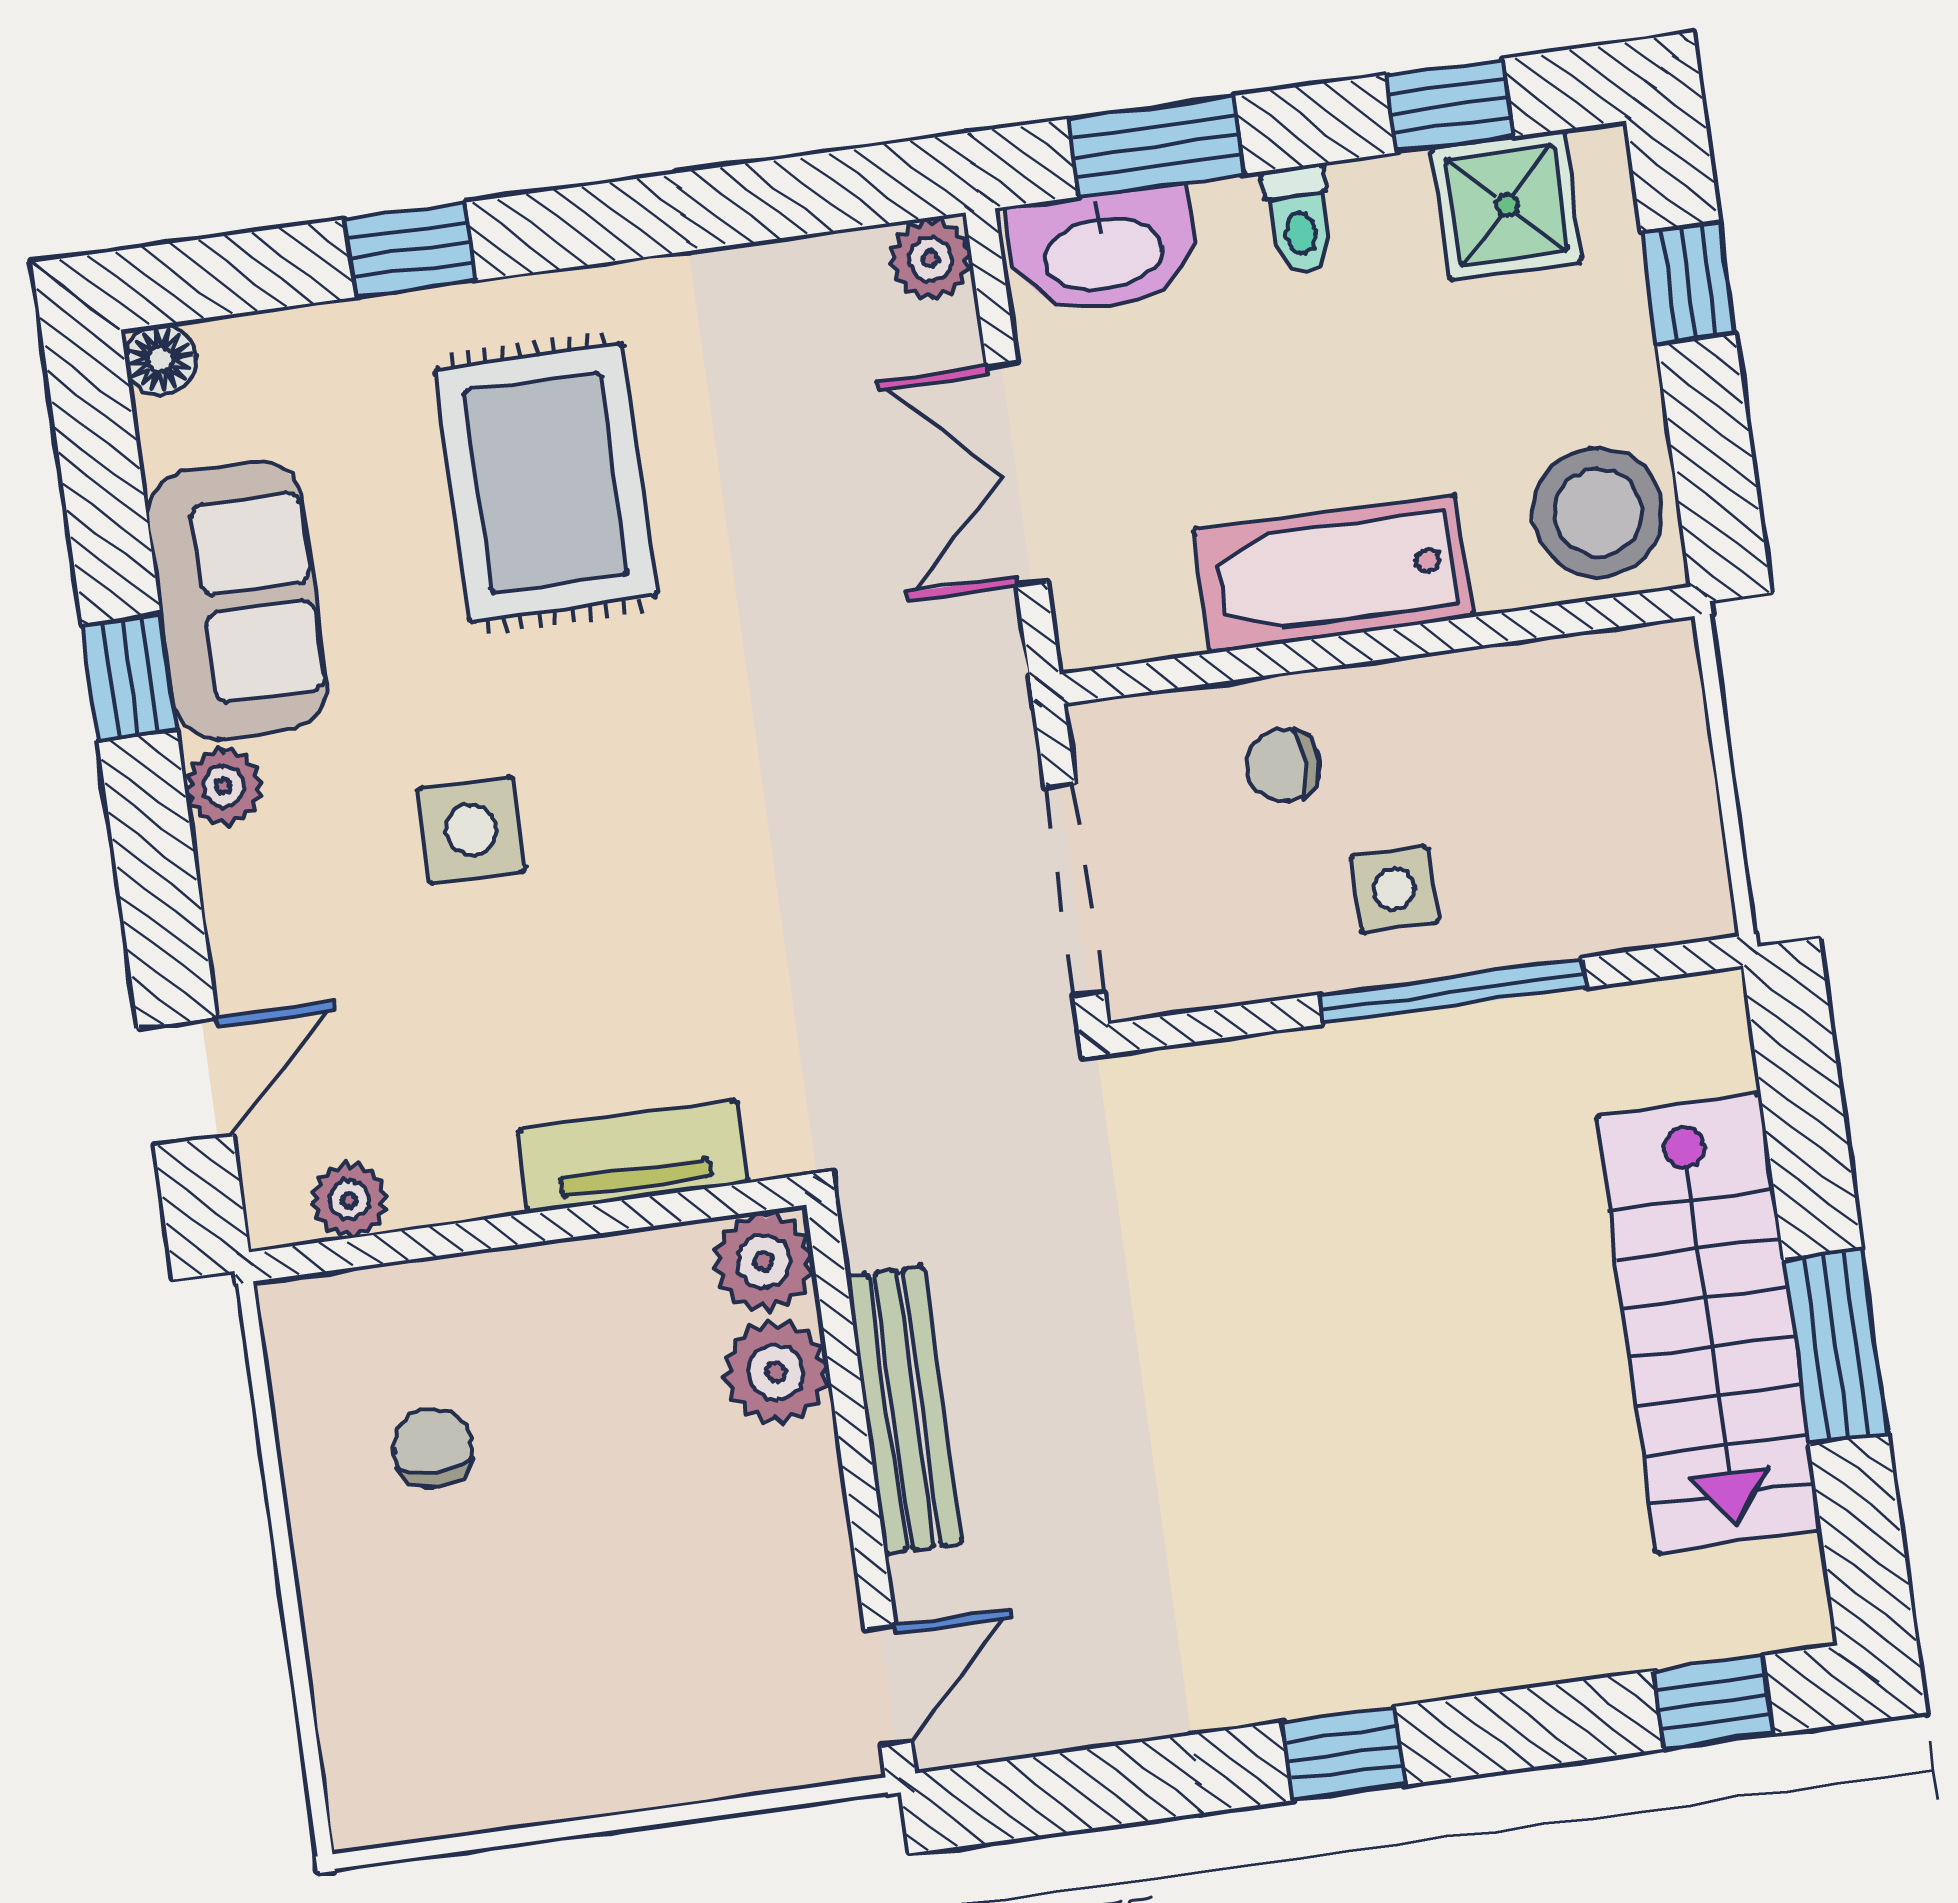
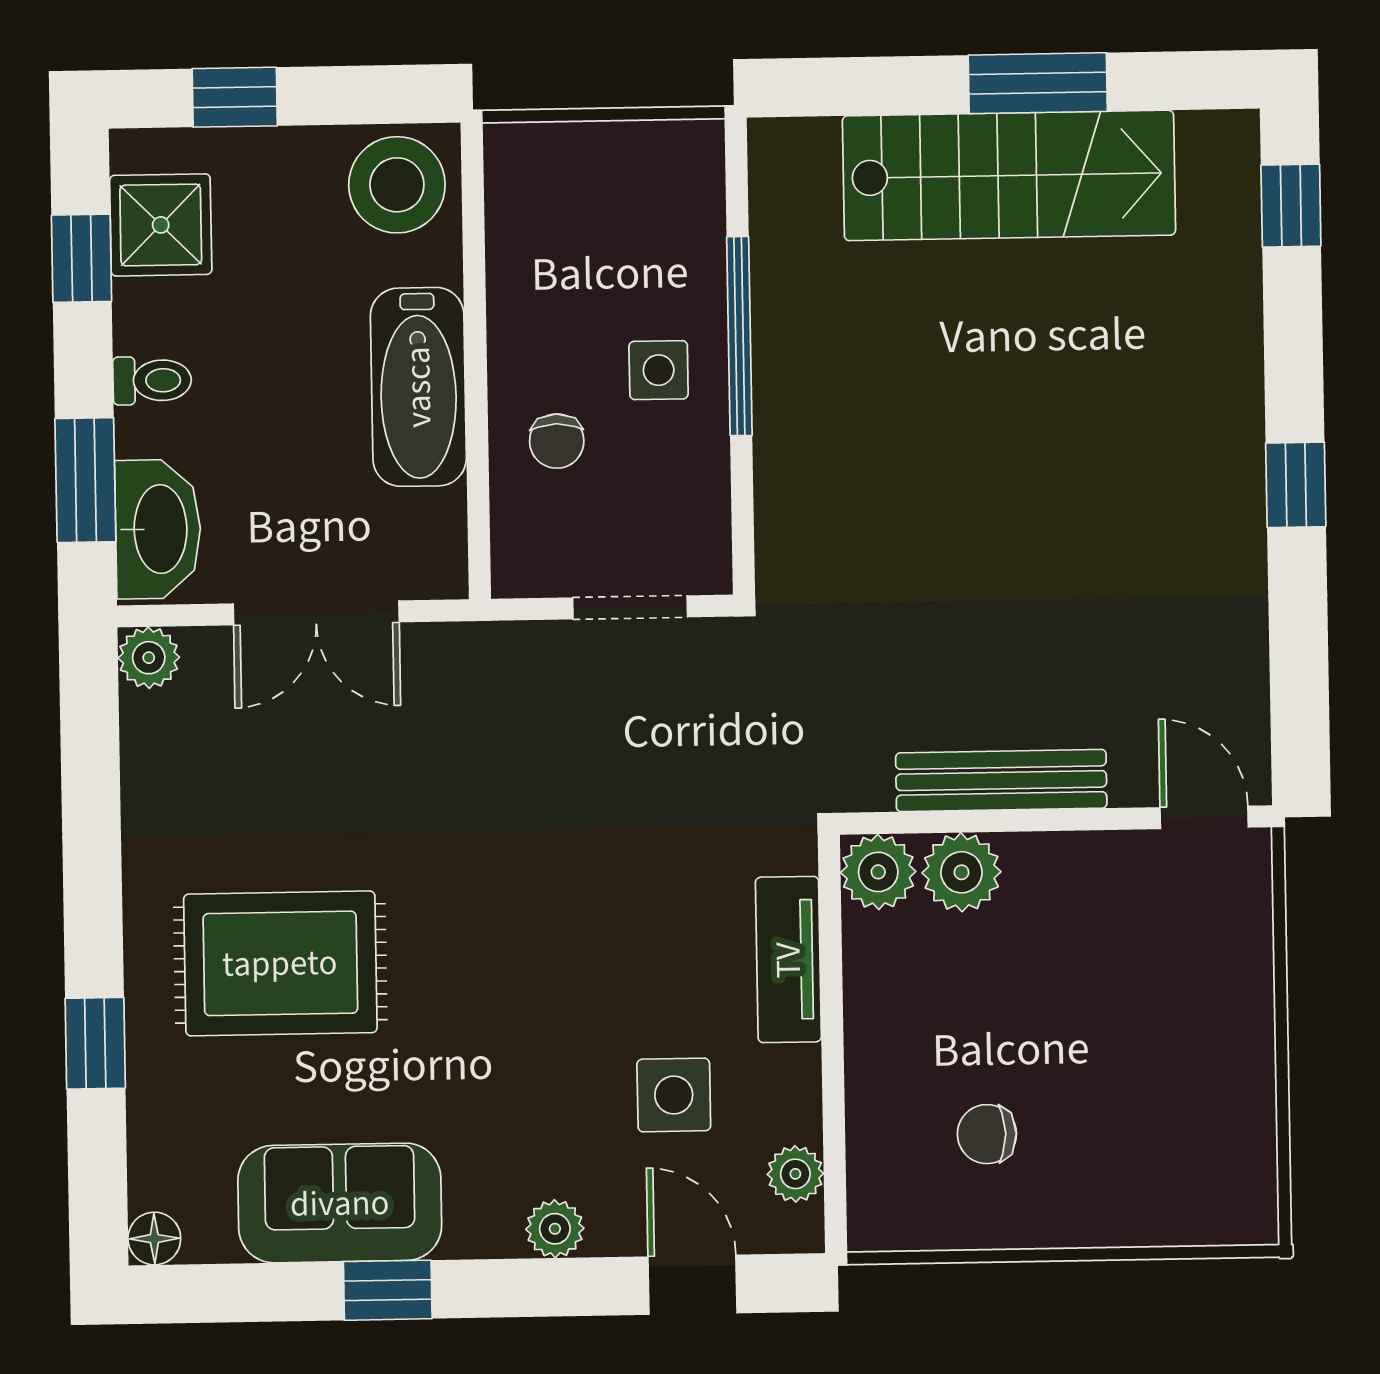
plant: (223, 786) -> (555, 1229), moved
side table: (471, 830) -> (674, 1095), moved
doorway: (1074, 890) -> (630, 607), width x0.73

